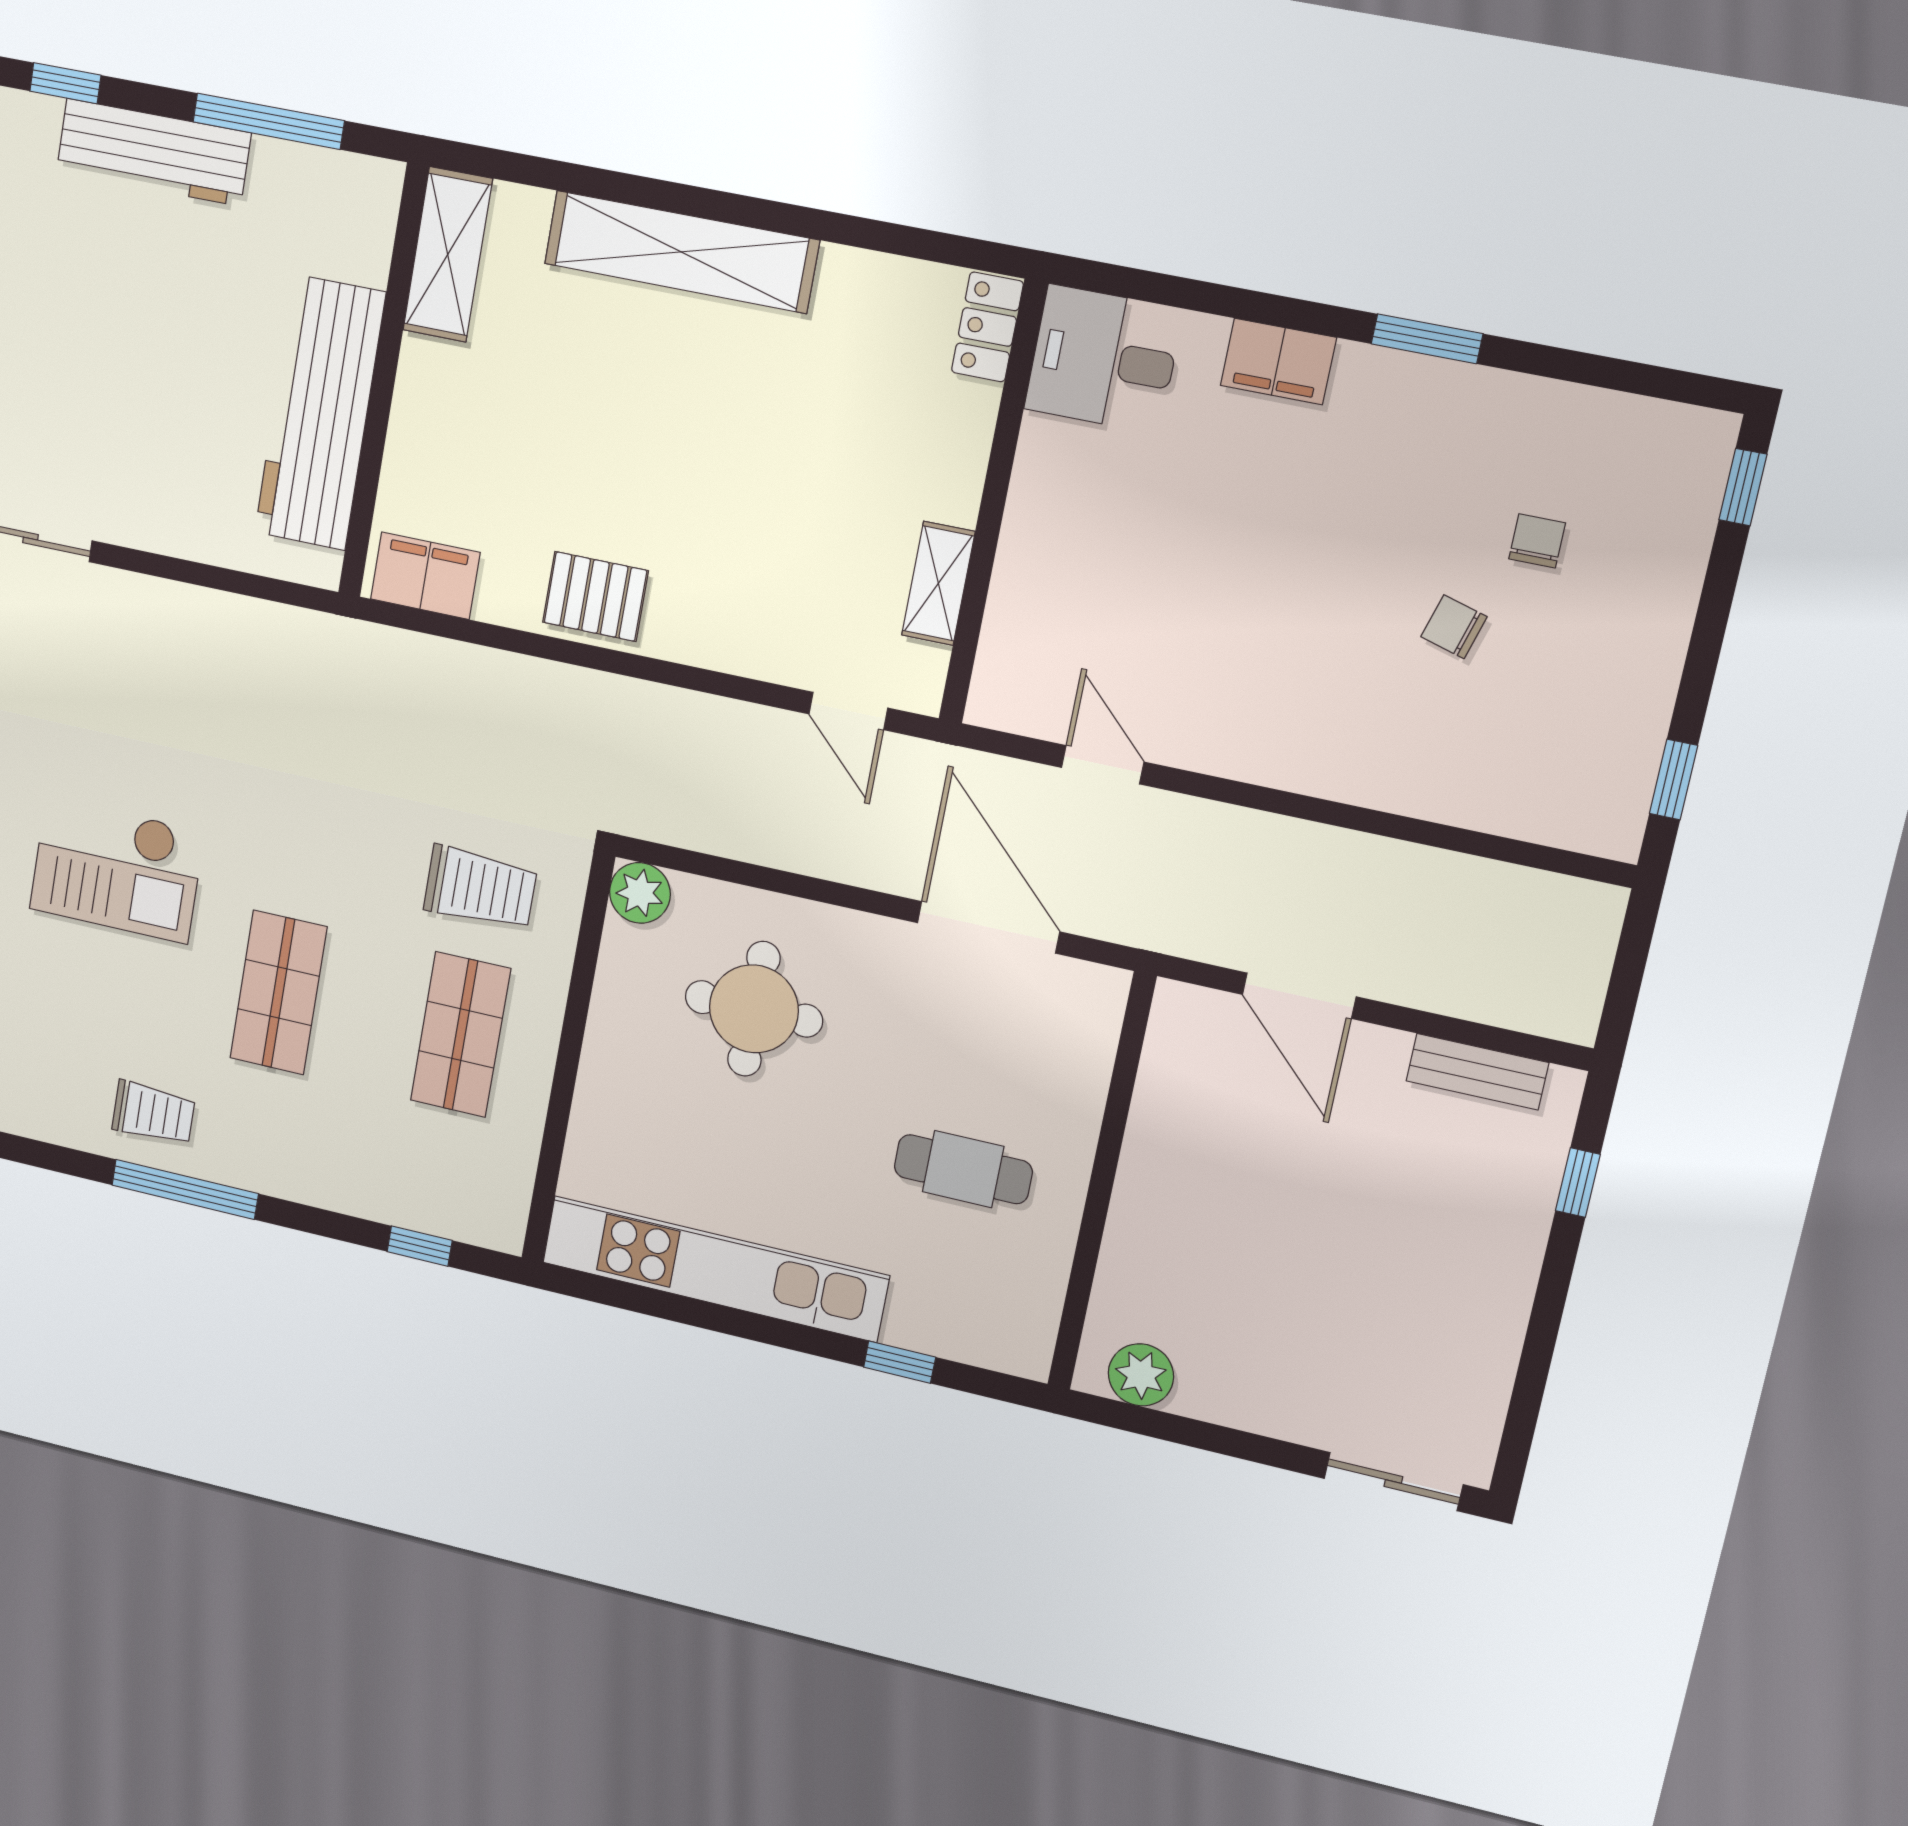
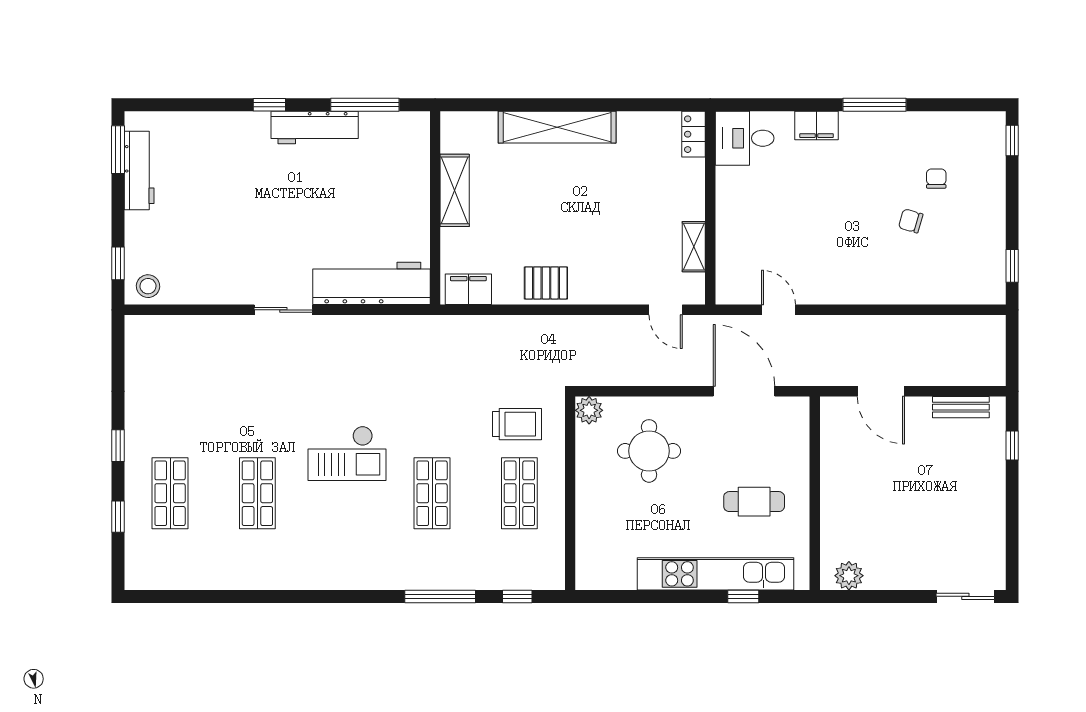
shelving: (448, 255) -> (455, 190), moved
window: (1427, 339) -> (874, 105), width x1.44
workbench: (320, 413) -> (371, 283), moved, turned 90
trolley: (153, 1113) -> (382, 564), removed
window: (185, 1189) -> (440, 596), moved
kitchen unit: (715, 1269) -> (716, 574), moved

